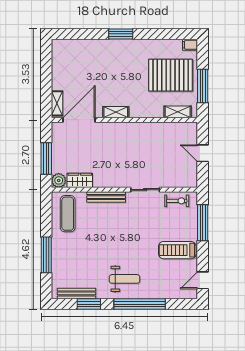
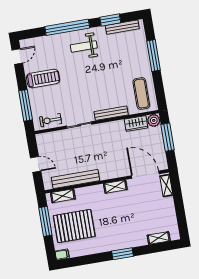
shelving: (76, 45) -> (159, 238), added
door: (79, 120) -> (145, 175), swing flipped
bench: (160, 129) -> (75, 179), added

